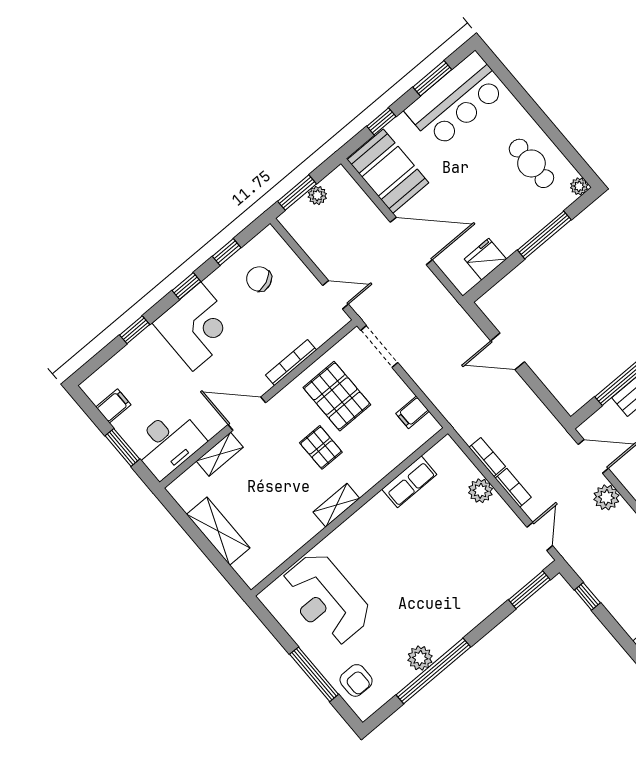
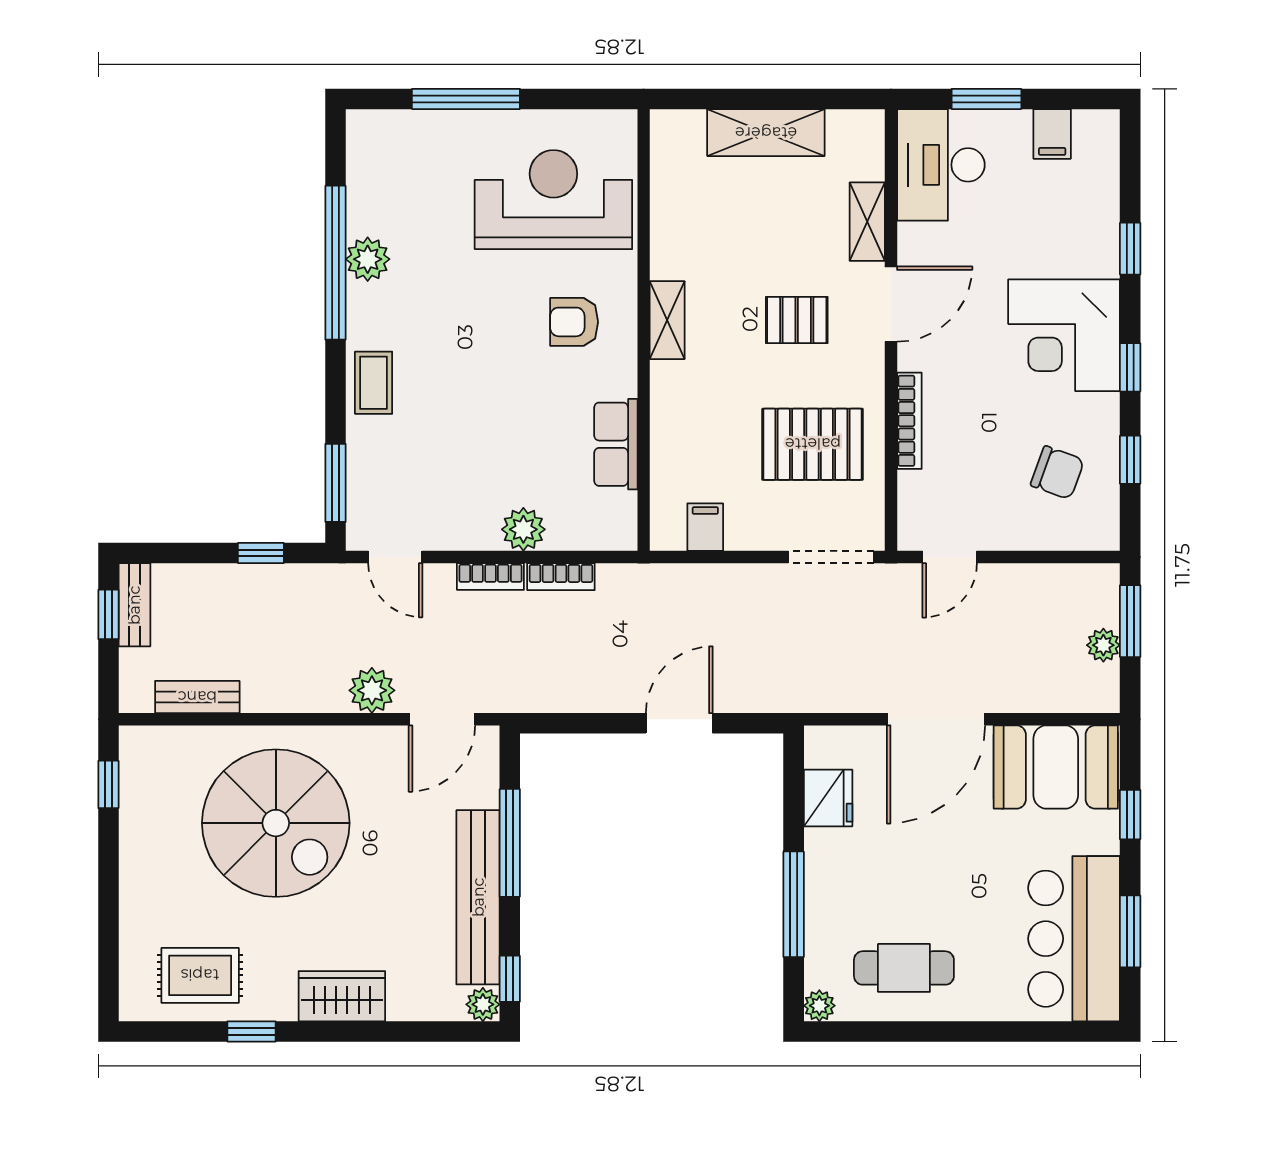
chair: (259, 279) -> (1057, 473), turned 42
pallet: (321, 447) -> (797, 320), moved
coffee table: (472, 610) -> (374, 383), added
armchair: (356, 680) -> (574, 322), moved

